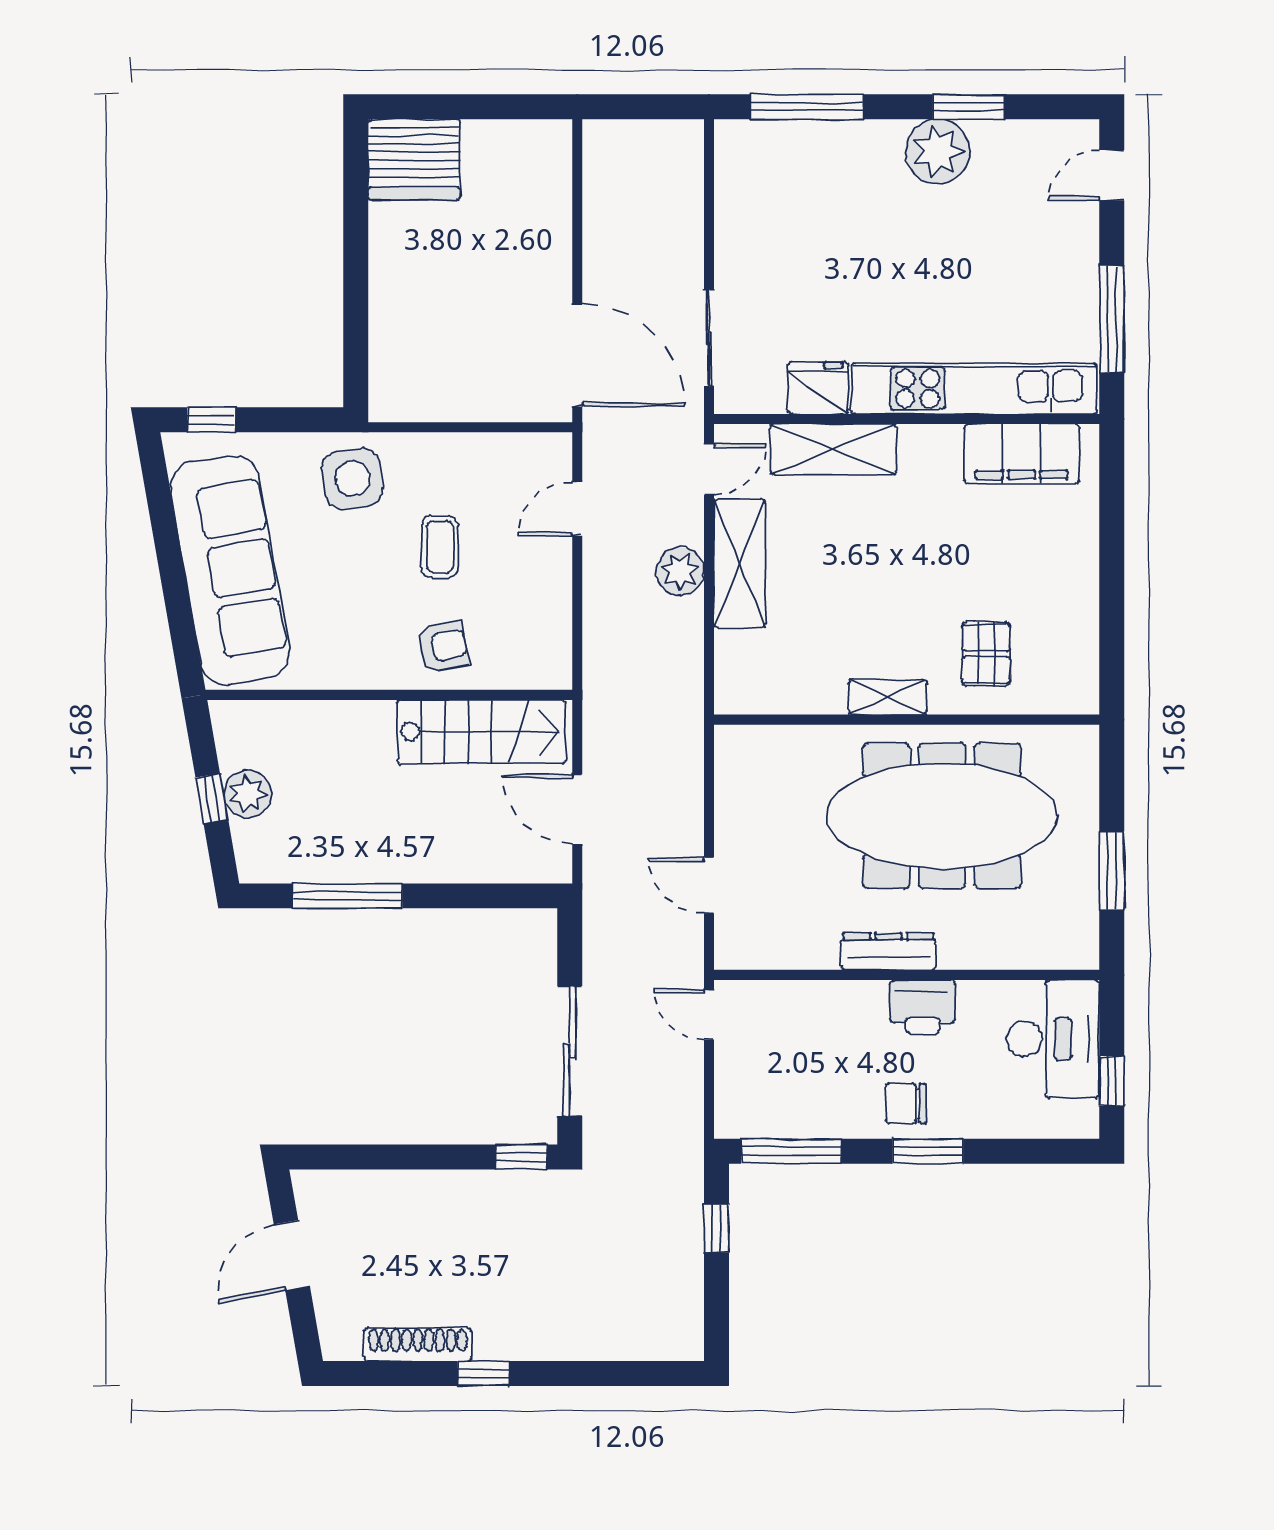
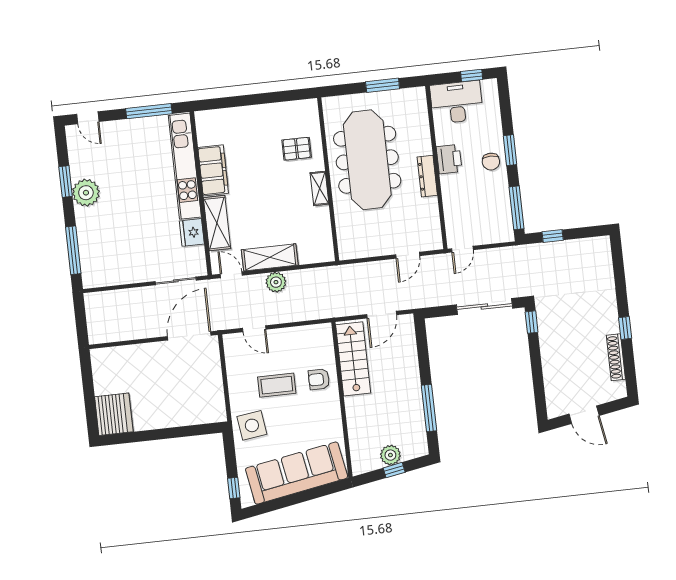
filing cabinet: (1022, 454) -> (213, 170), moved
coffee table: (440, 547) -> (277, 385), width x1.36, depth x1.30
armchair: (443, 647) -> (319, 379), turned -79

